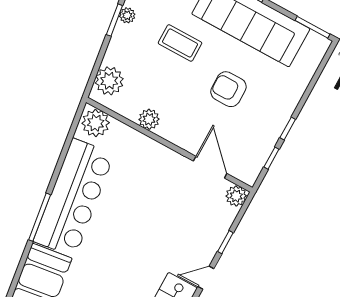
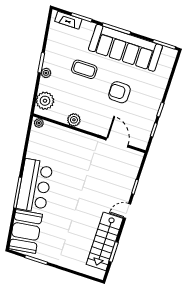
plant: (127, 15) -> (46, 73), moved
plant: (96, 123) -> (39, 123), width x0.53, depth x0.53
plant: (236, 196) -> (136, 157), removed
bar counter: (74, 197) -> (35, 186), width x0.73

